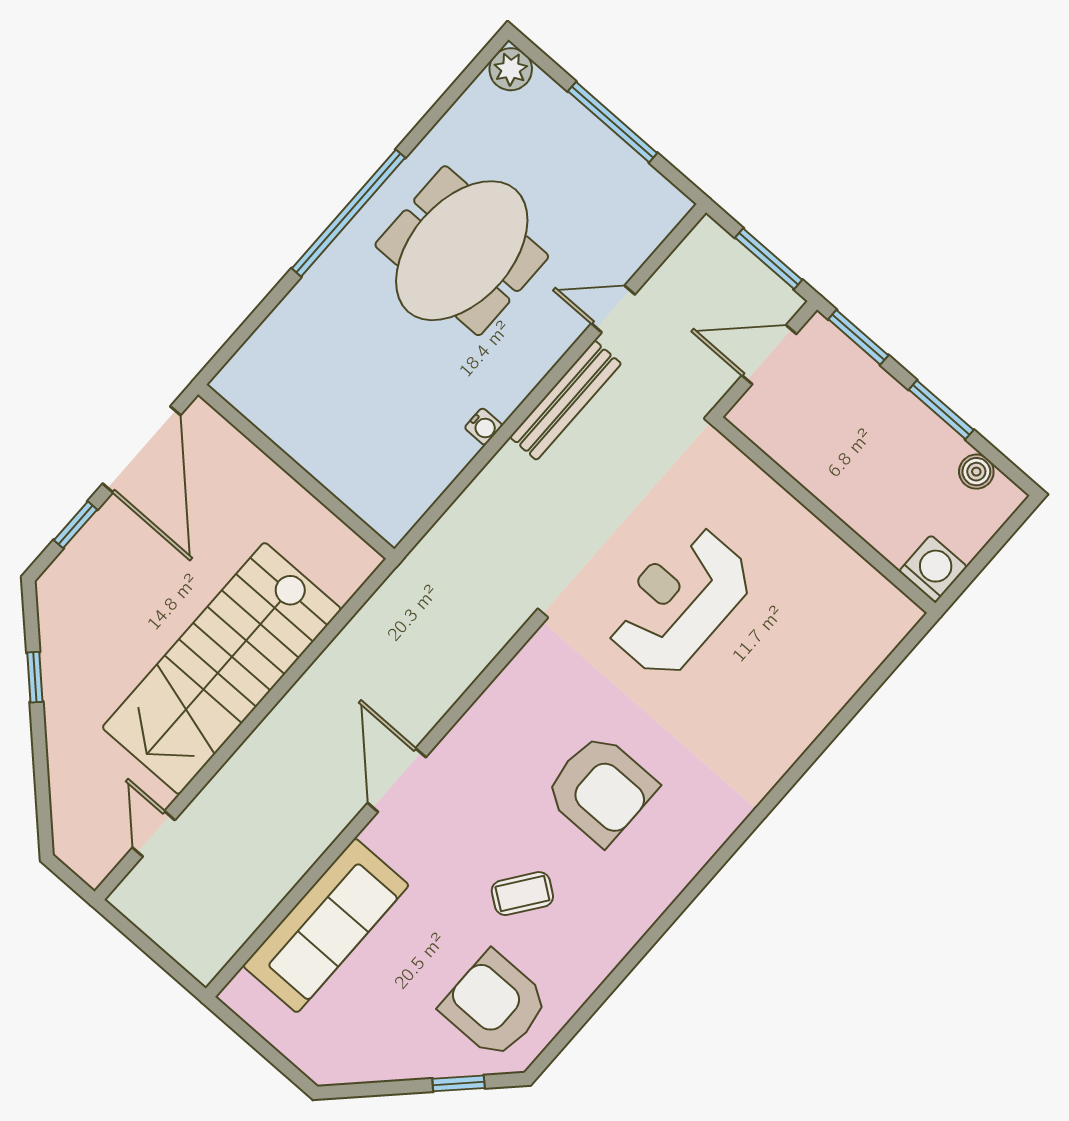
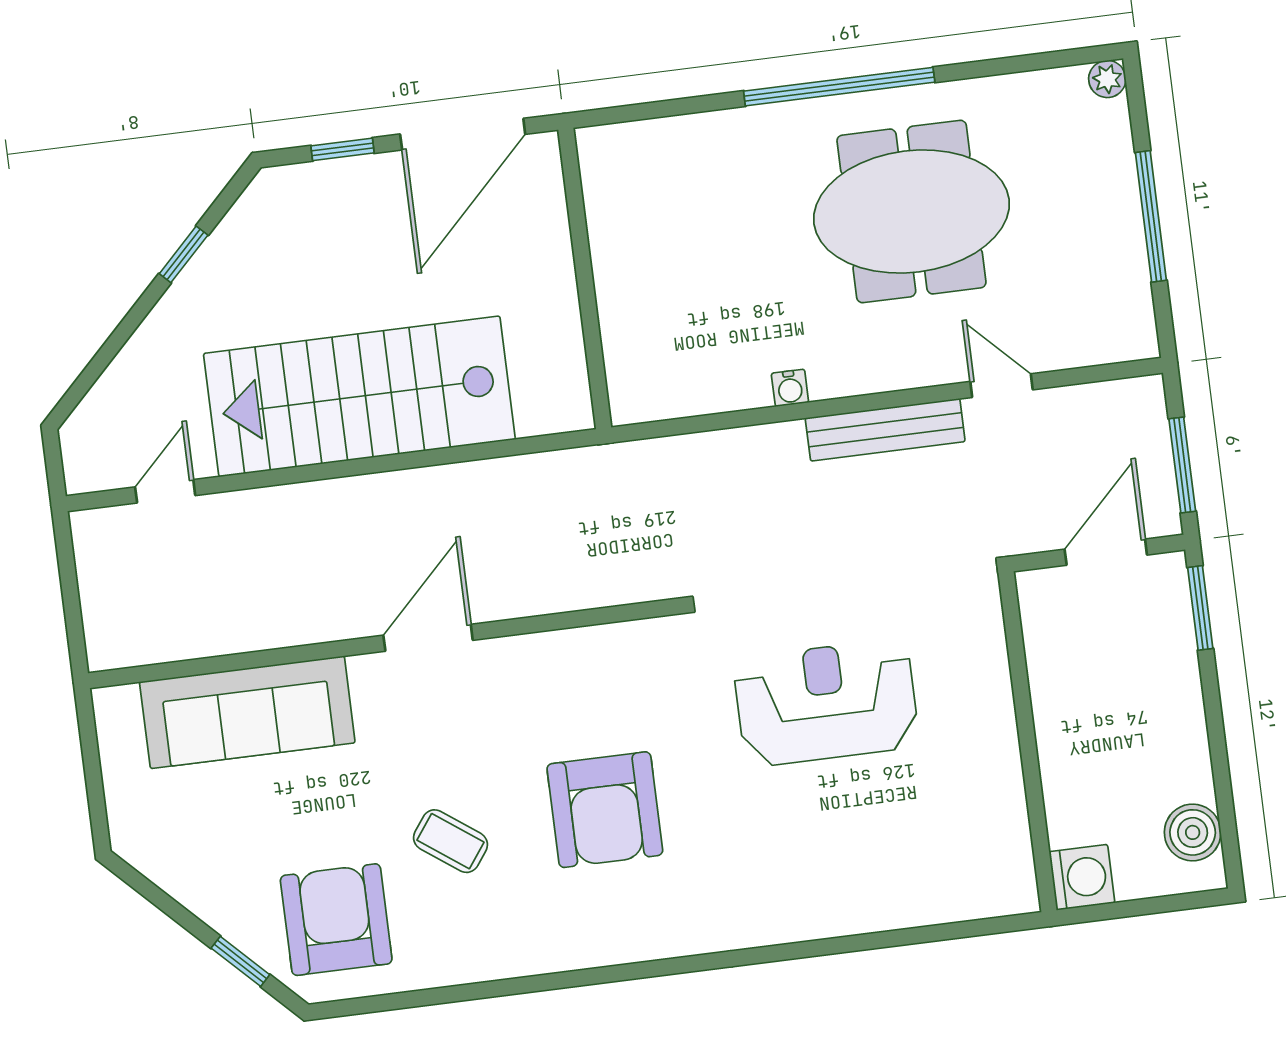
plant: (511, 69) -> (1107, 79), width x0.73, depth x0.73
door: (769, 355) -> (1106, 552), hinge flipped
window: (941, 410) -> (1217, 740), removed
boiler: (976, 472) -> (1193, 832), width x1.36, depth x1.36

